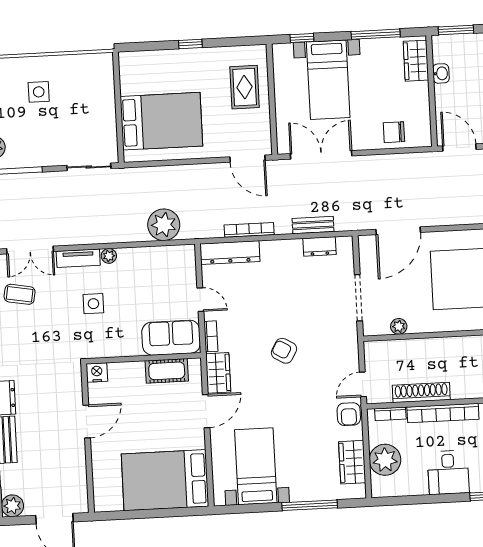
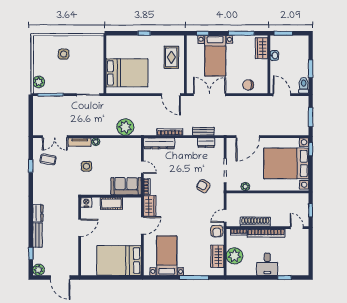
armchair: (284, 351) -> (203, 186), moved
cot: (167, 371) -> (111, 203), moved

